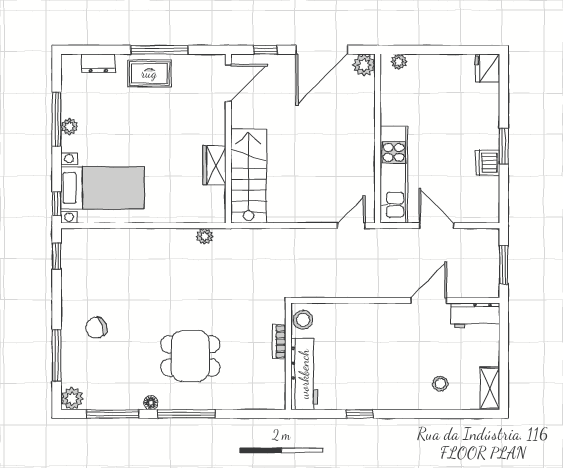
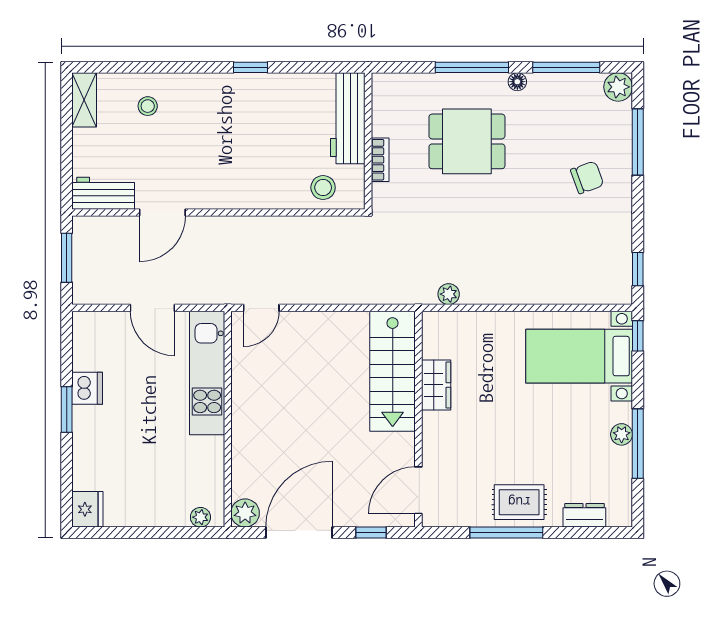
bookcase: (279, 342) -> (380, 160), moved
wall: (288, 356) -> (368, 141), moved
workbench: (304, 374) -> (348, 118), moved

